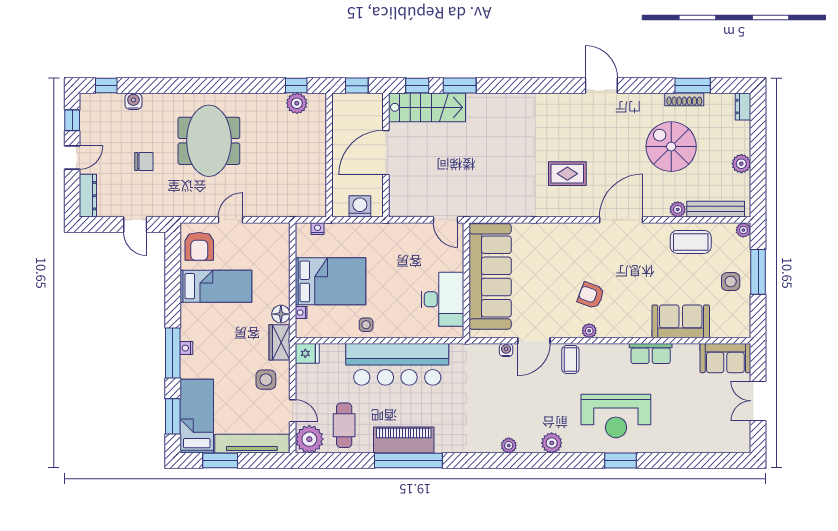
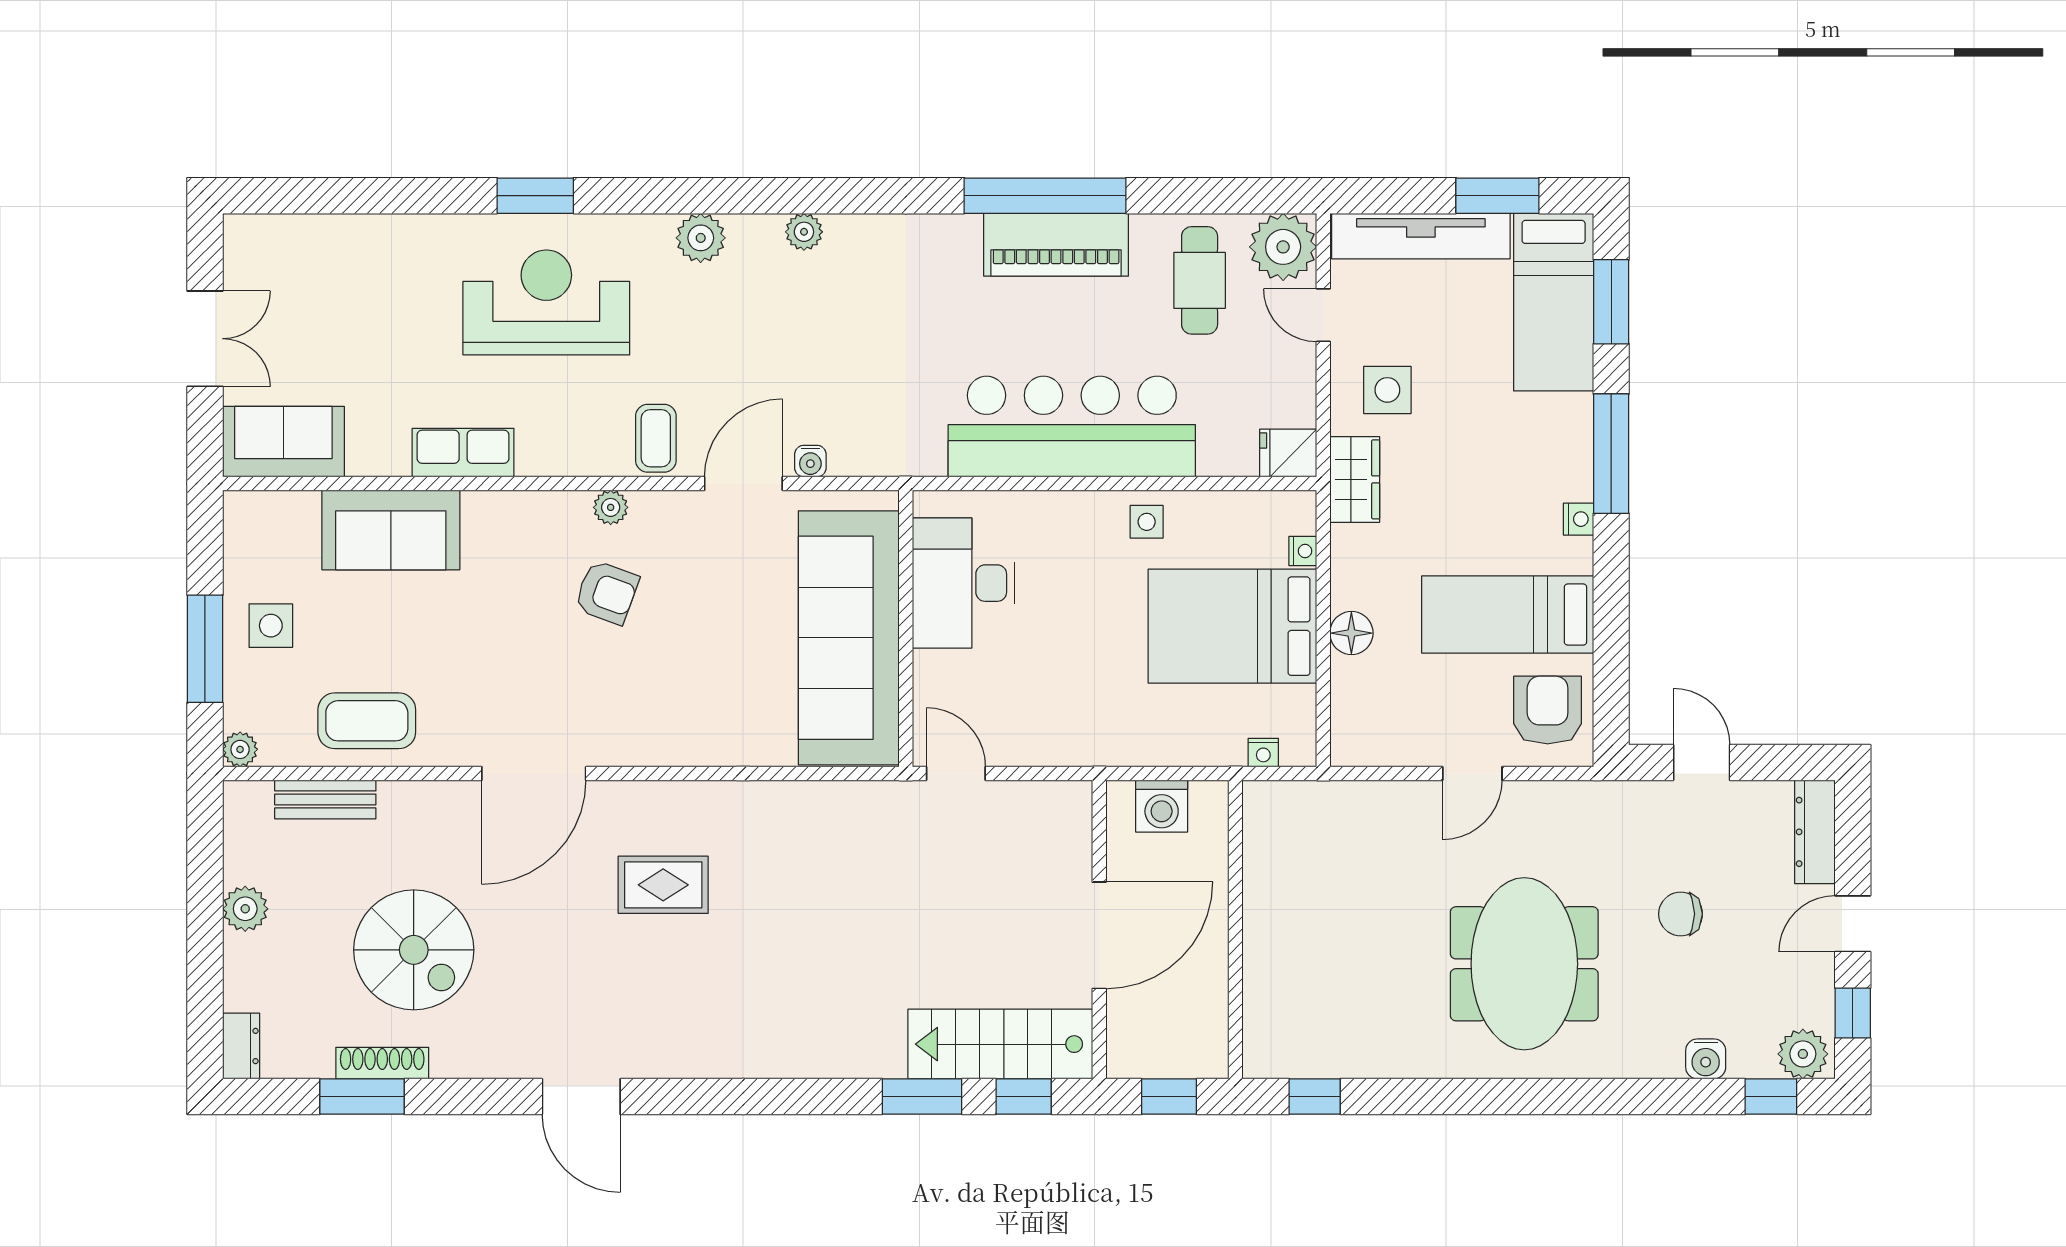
plant: (297, 103) -> (1803, 1054), moved
plant: (678, 209) -> (398, 799), removed
bench: (716, 209) -> (325, 799), width x0.73
floor lamp: (281, 314) -> (1351, 633), moved
nightstand: (186, 348) -> (1578, 519), moved

